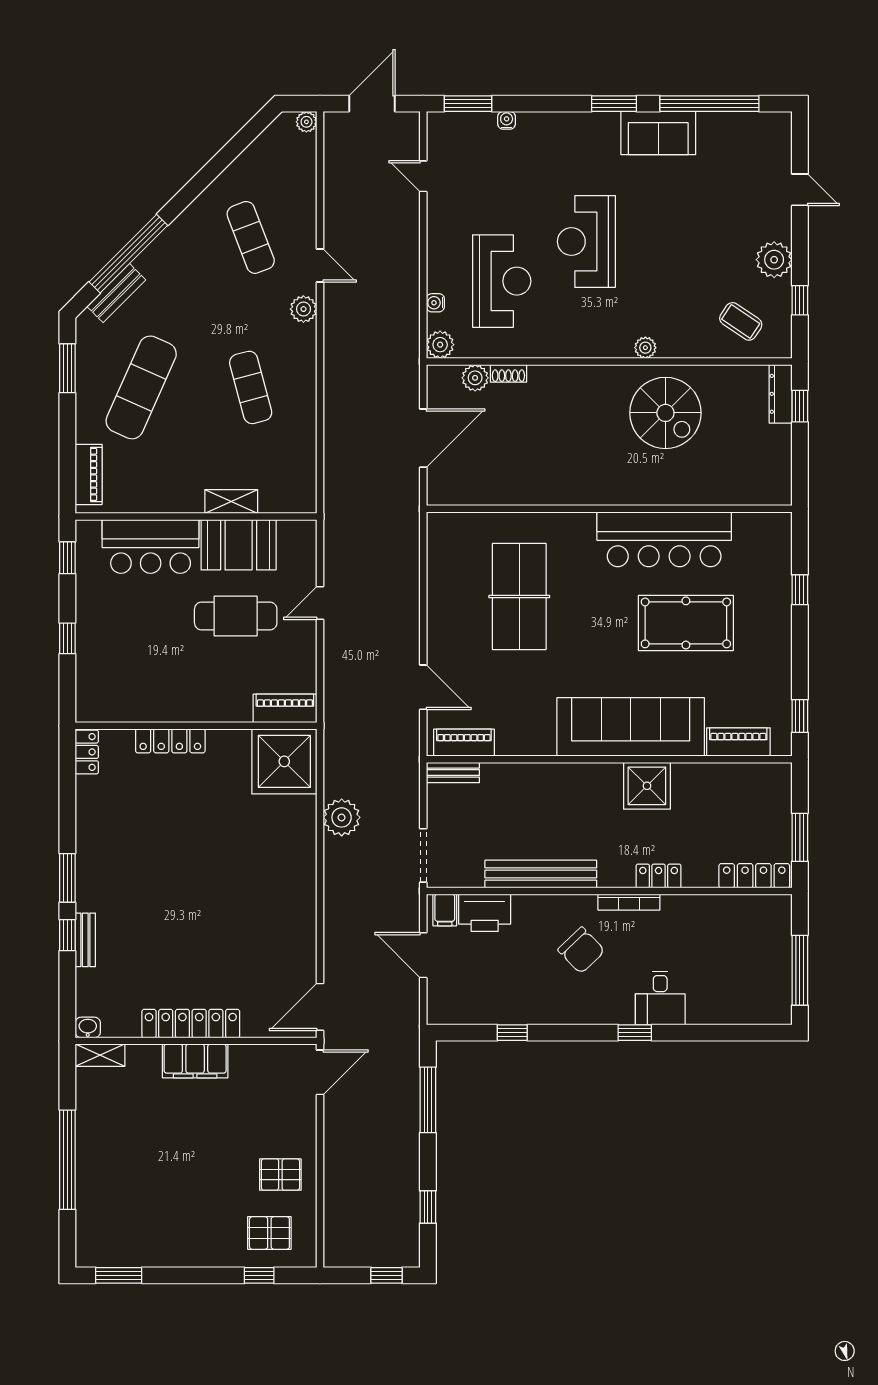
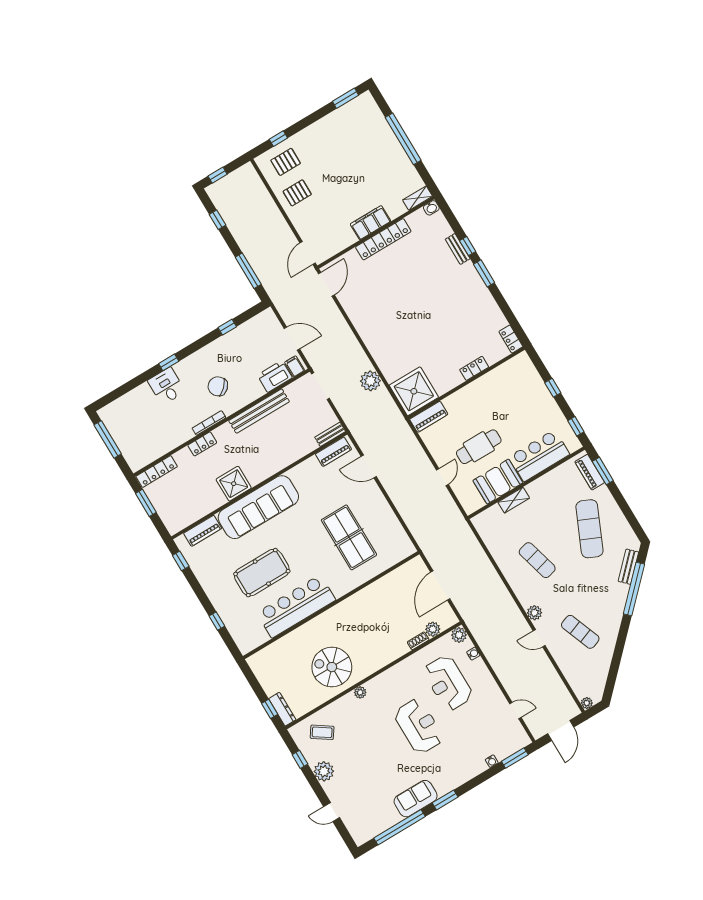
window: (67, 368) -> (603, 471), moved
locker: (170, 741) -> (474, 368), width x0.66

